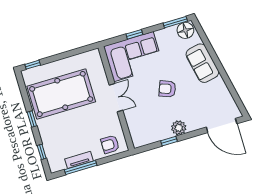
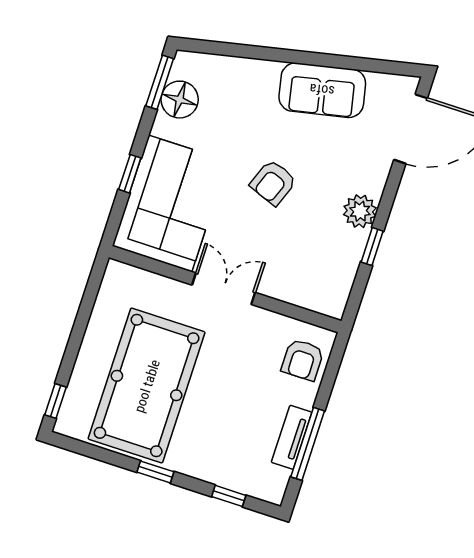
floor lamp: (185, 30) -> (180, 100), moved
sofa: (202, 63) -> (322, 90), moved

